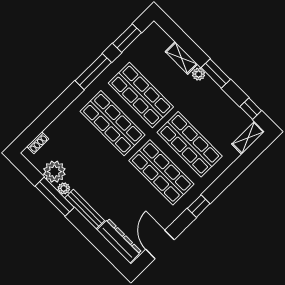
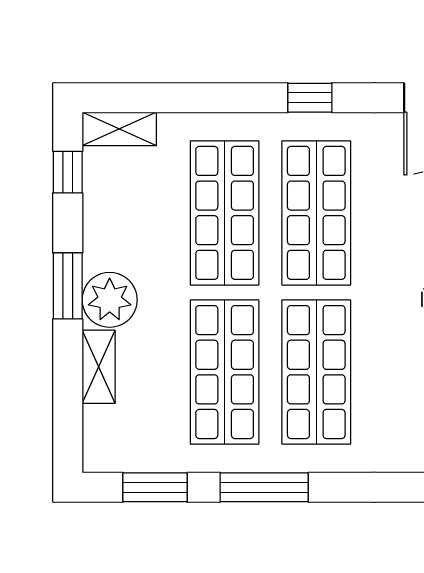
plant: (199, 74) -> (110, 300), width x1.87, depth x1.87

